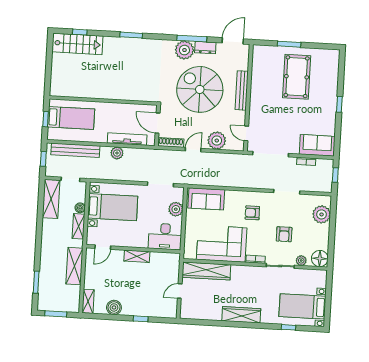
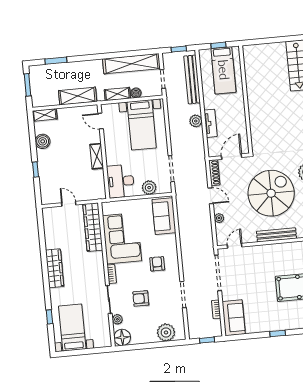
tv unit: (127, 139) -> (211, 123), width x0.71
plant: (217, 141) -> (219, 218), width x0.53, depth x0.53
shelving: (51, 199) -> (131, 64), width x1.47

